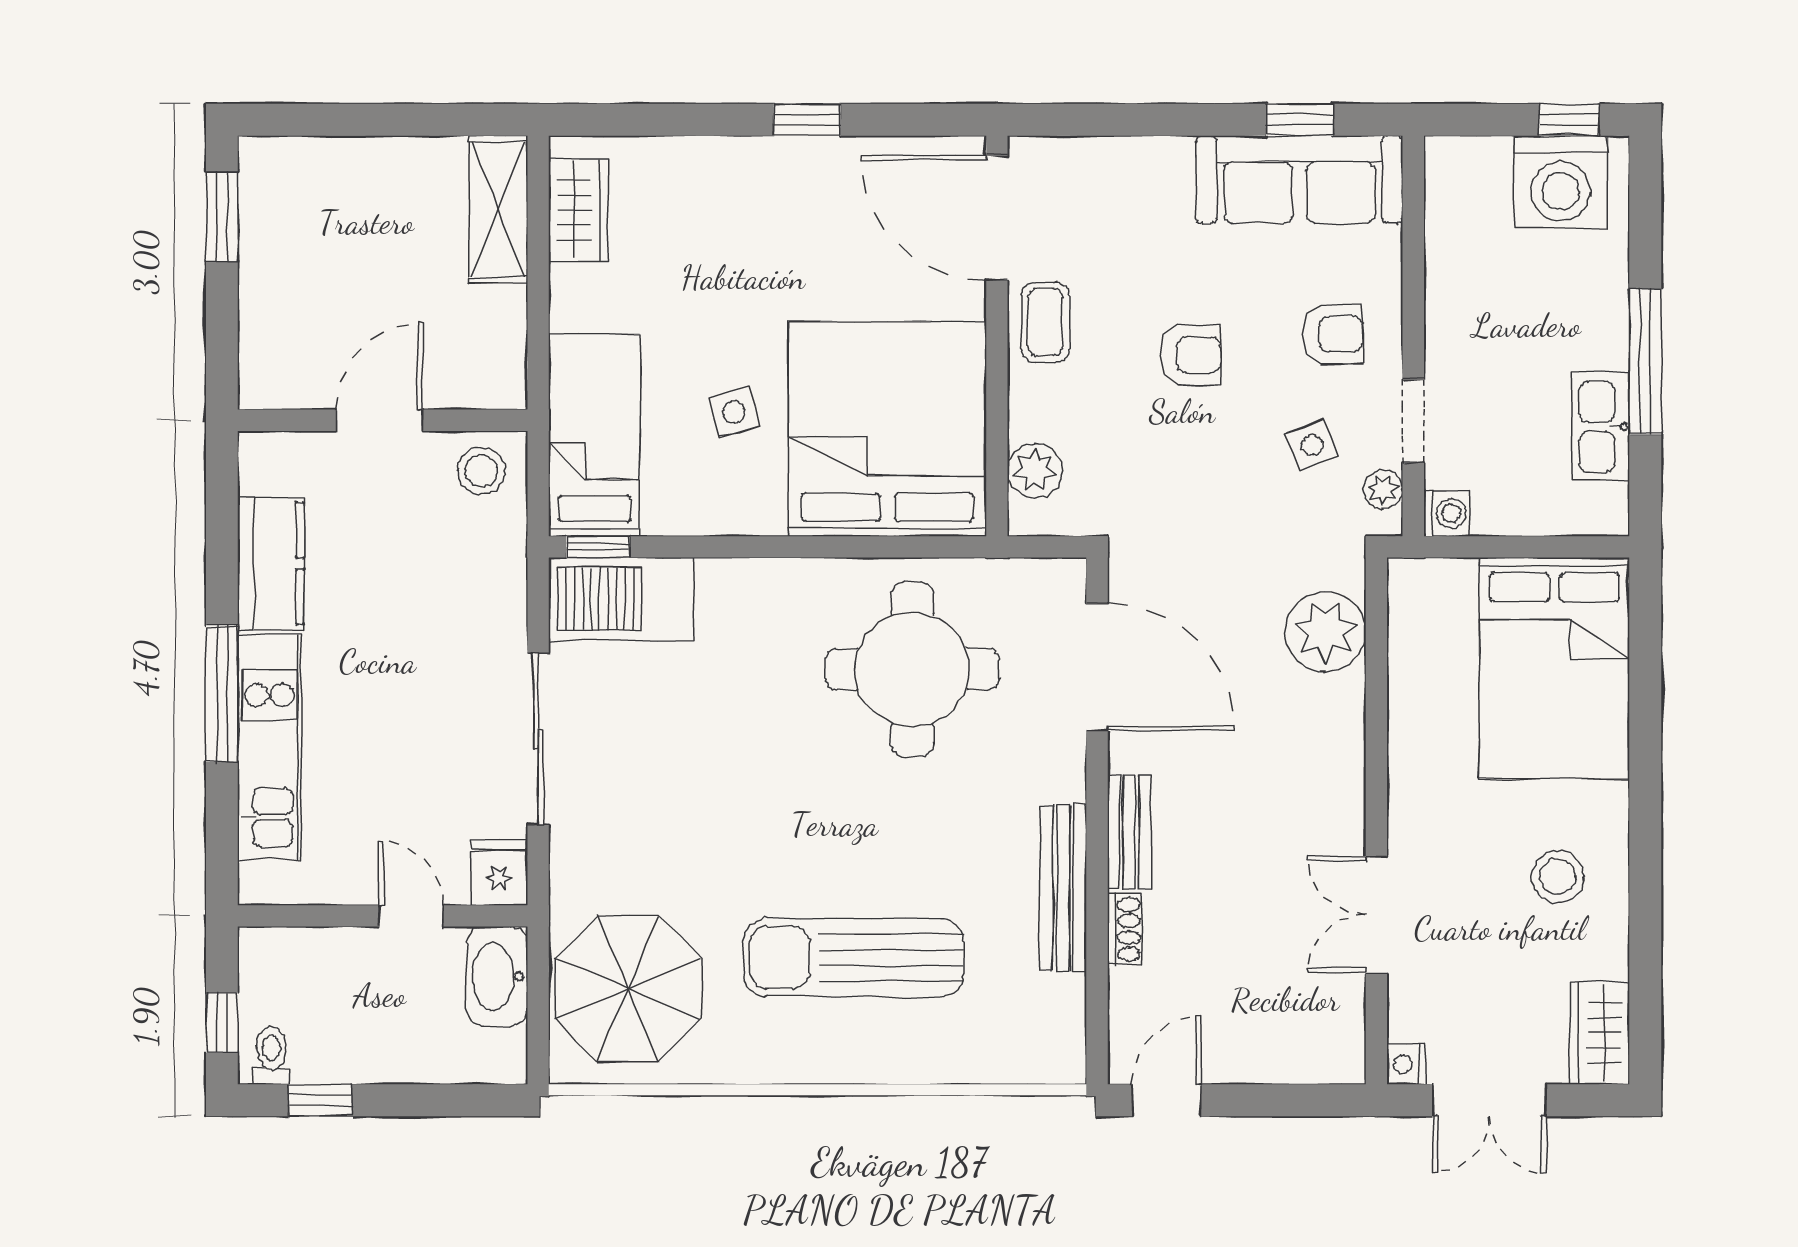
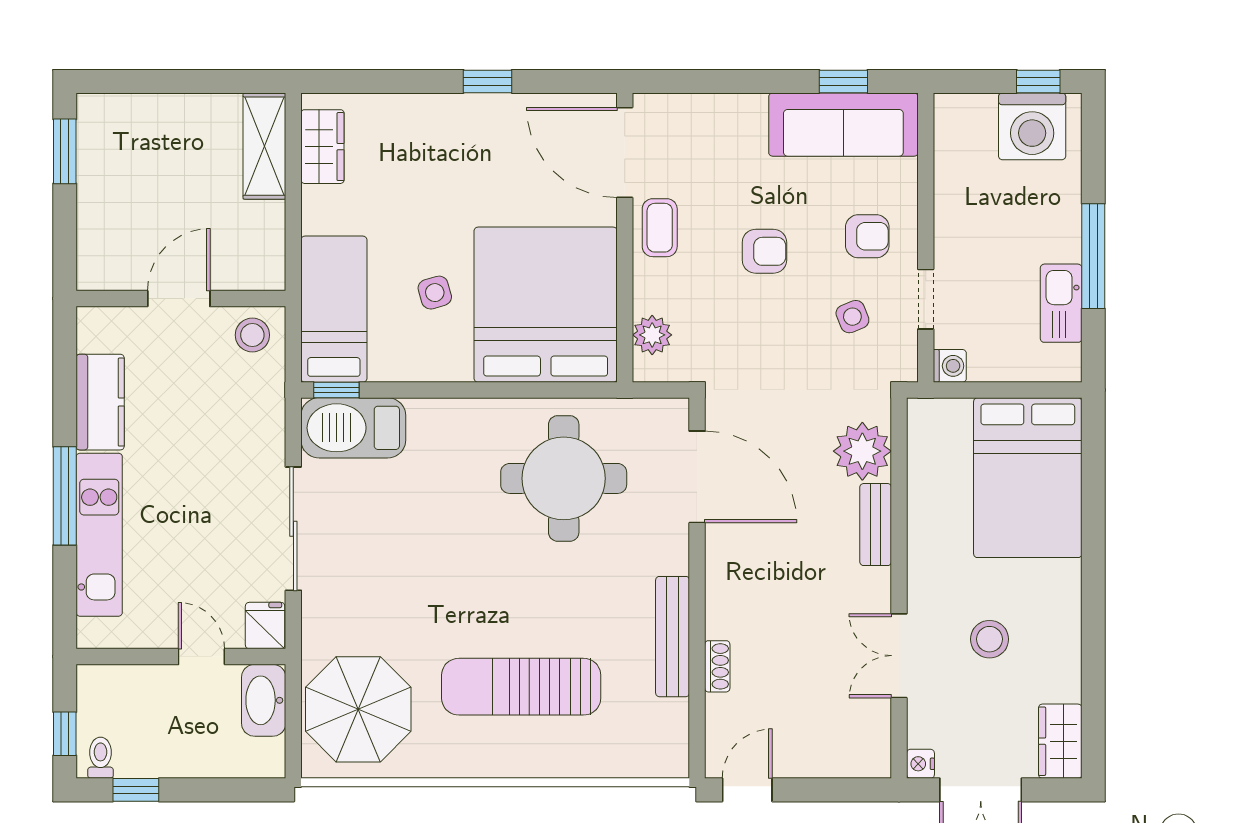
plant: (1383, 490) -> (904, 349), removed
bench: (1129, 832) -> (876, 525), moved
stool: (1558, 877) -> (989, 639), moved

